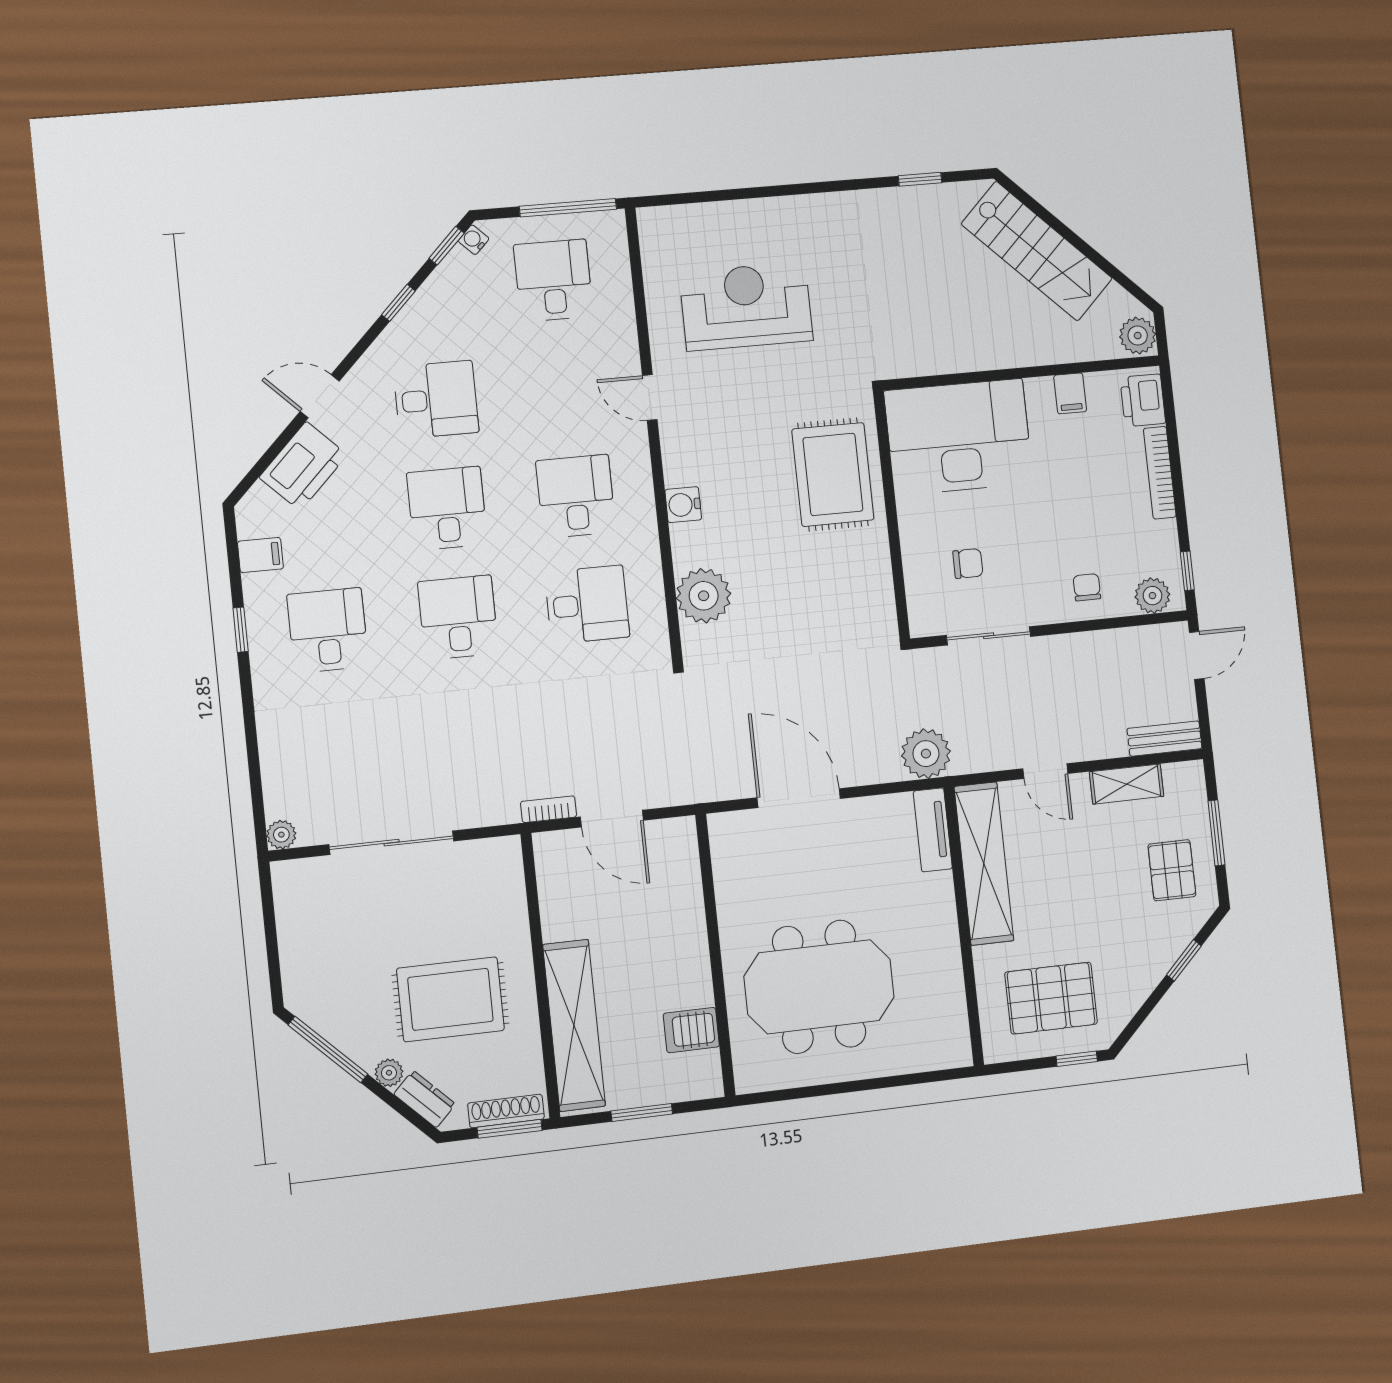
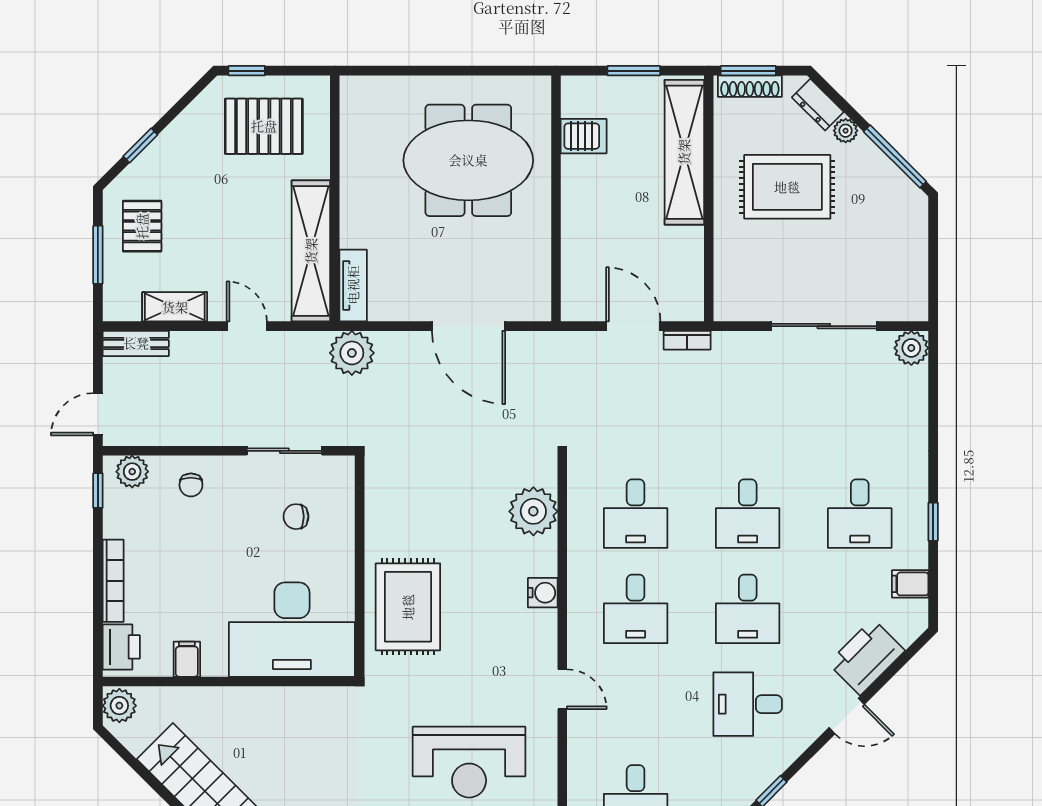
desk: (587, 605) -> (636, 514), turned -90
plant: (281, 835) -> (911, 348), width x1.38, depth x1.38

